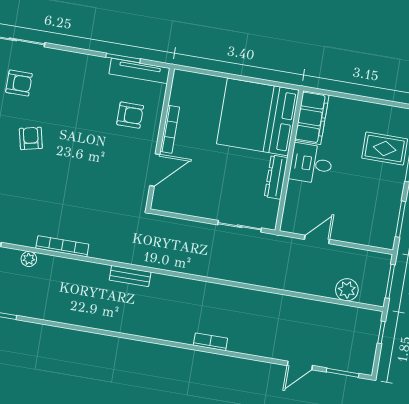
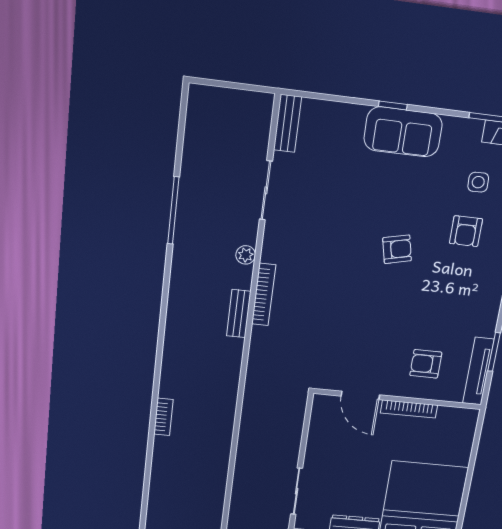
armchair: (130, 115) -> (426, 364), turned 90
bench: (130, 276) -> (239, 314), moved
bookcase: (210, 342) -> (163, 417), moved

